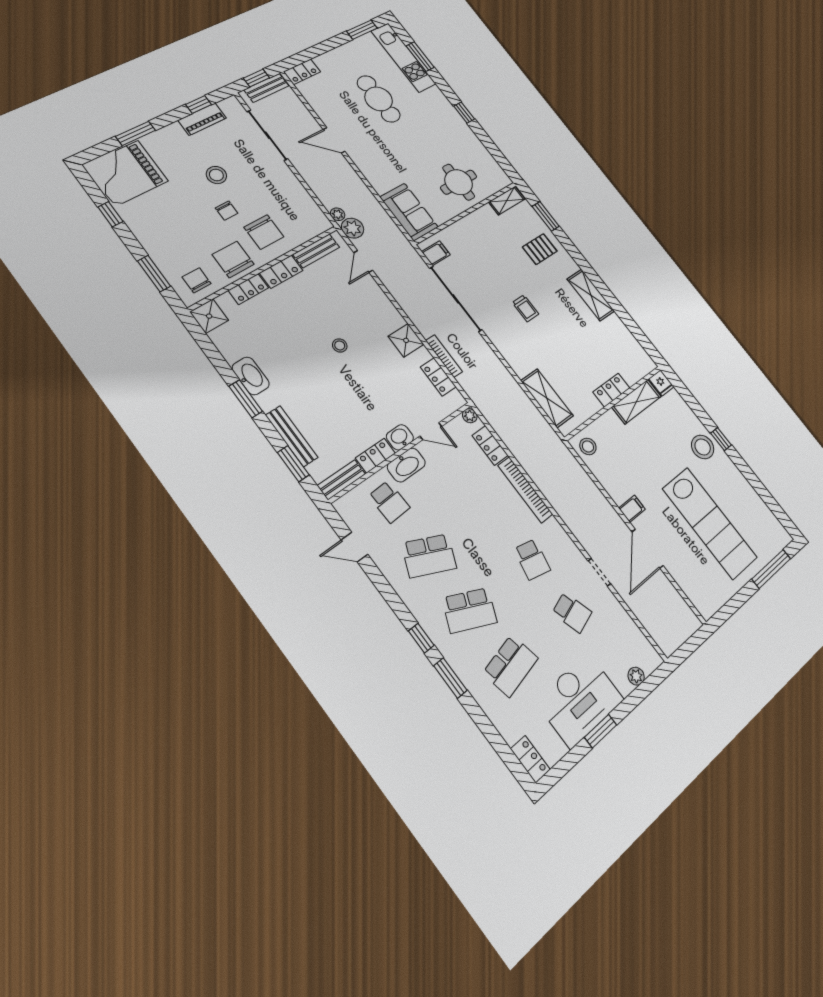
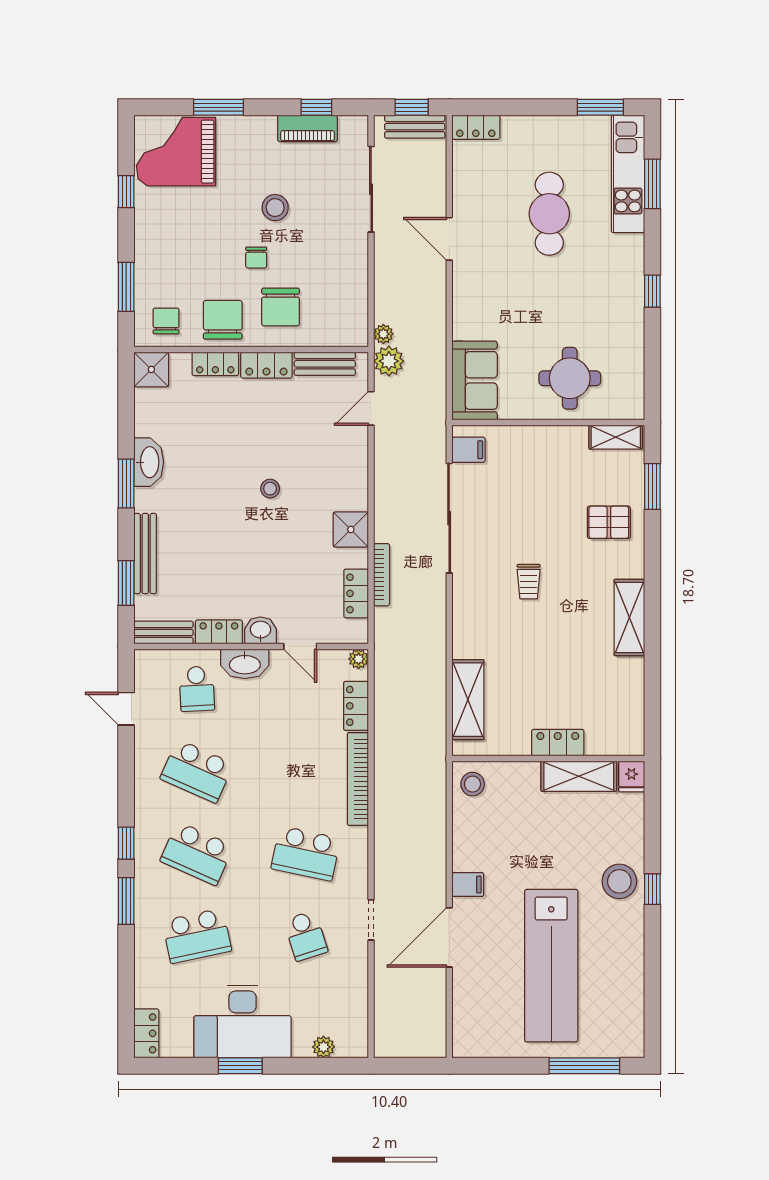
school desk: (532, 559) -> (306, 853), width x1.85

